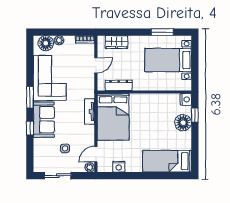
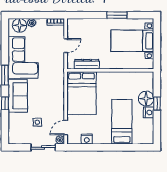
window: (162, 32) -> (117, 15), moved
wardrobe: (116, 42) -> (85, 24), removed
nightstand: (186, 99) -> (149, 112), moved
tv unit: (90, 111) -> (60, 88), removed
window: (195, 115) -> (157, 104), moved
bed: (167, 161) -> (122, 122), moved, turned 90
sliding door: (58, 176) -> (43, 147), moved

